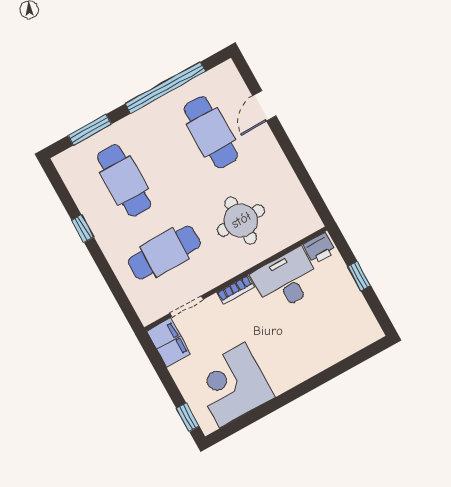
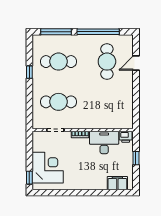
window: (90, 130) -> (56, 32), width x1.44
cafe table: (124, 181) -> (58, 62), turned 90
round table: (241, 220) -> (99, 106), removed
filing cabinet: (168, 343) -> (117, 183), moved, turned -90
corner desk: (232, 385) -> (48, 168), moved, turned 90

